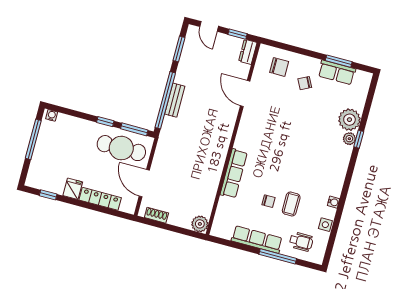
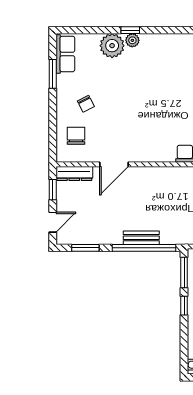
dresser: (248, 52) -> (74, 174), width x1.44
row of seats: (337, 72) -> (65, 54), moved

